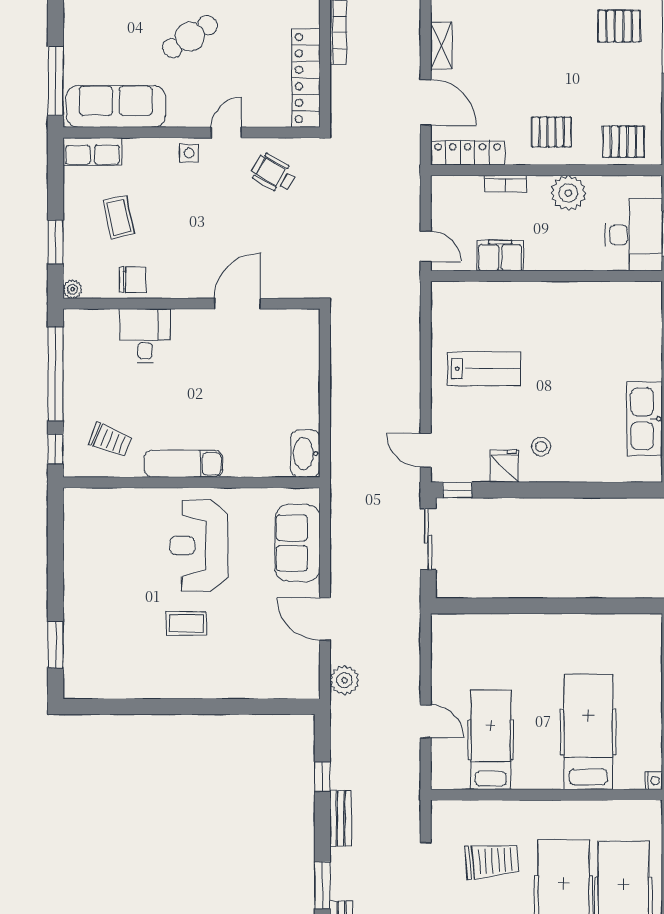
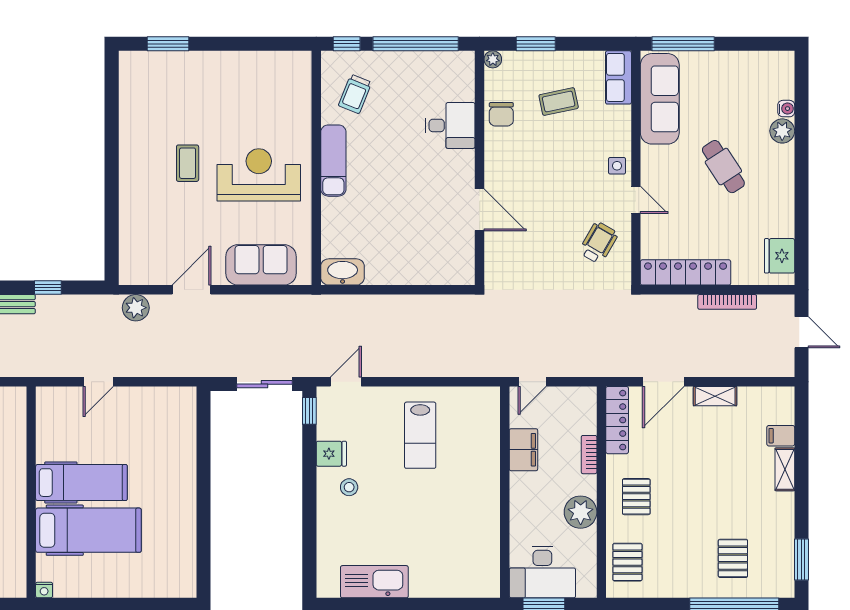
hospital bed: (491, 740) -> (81, 483), moved

